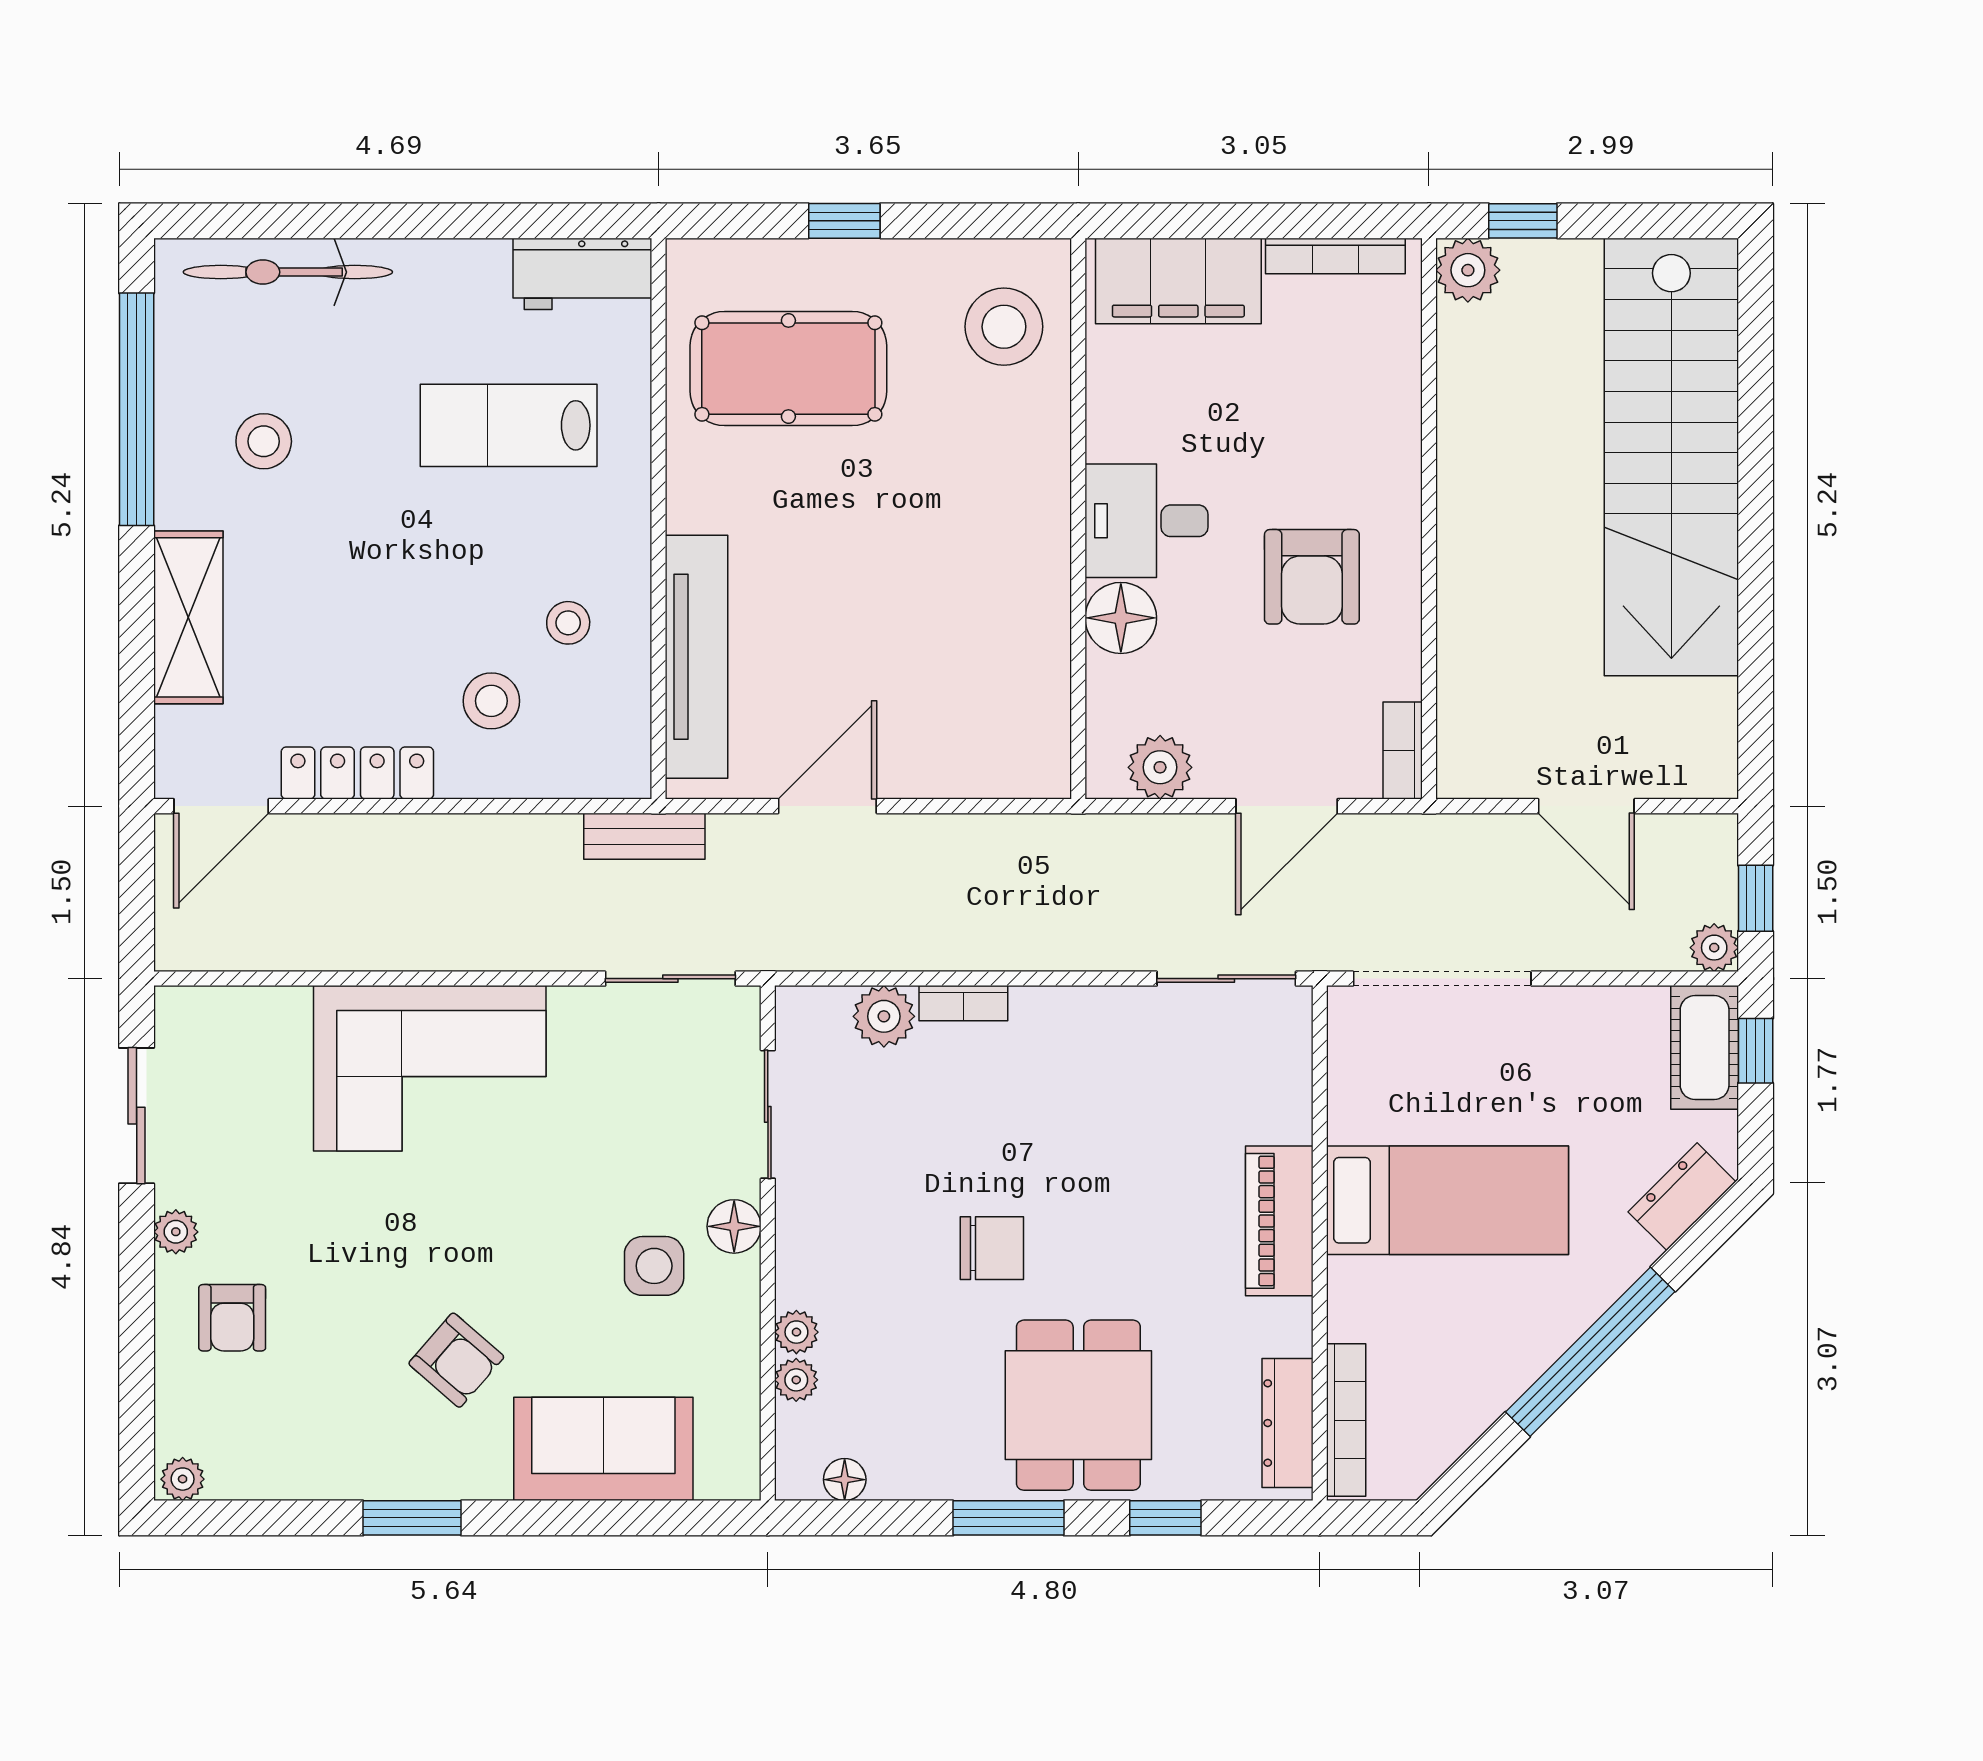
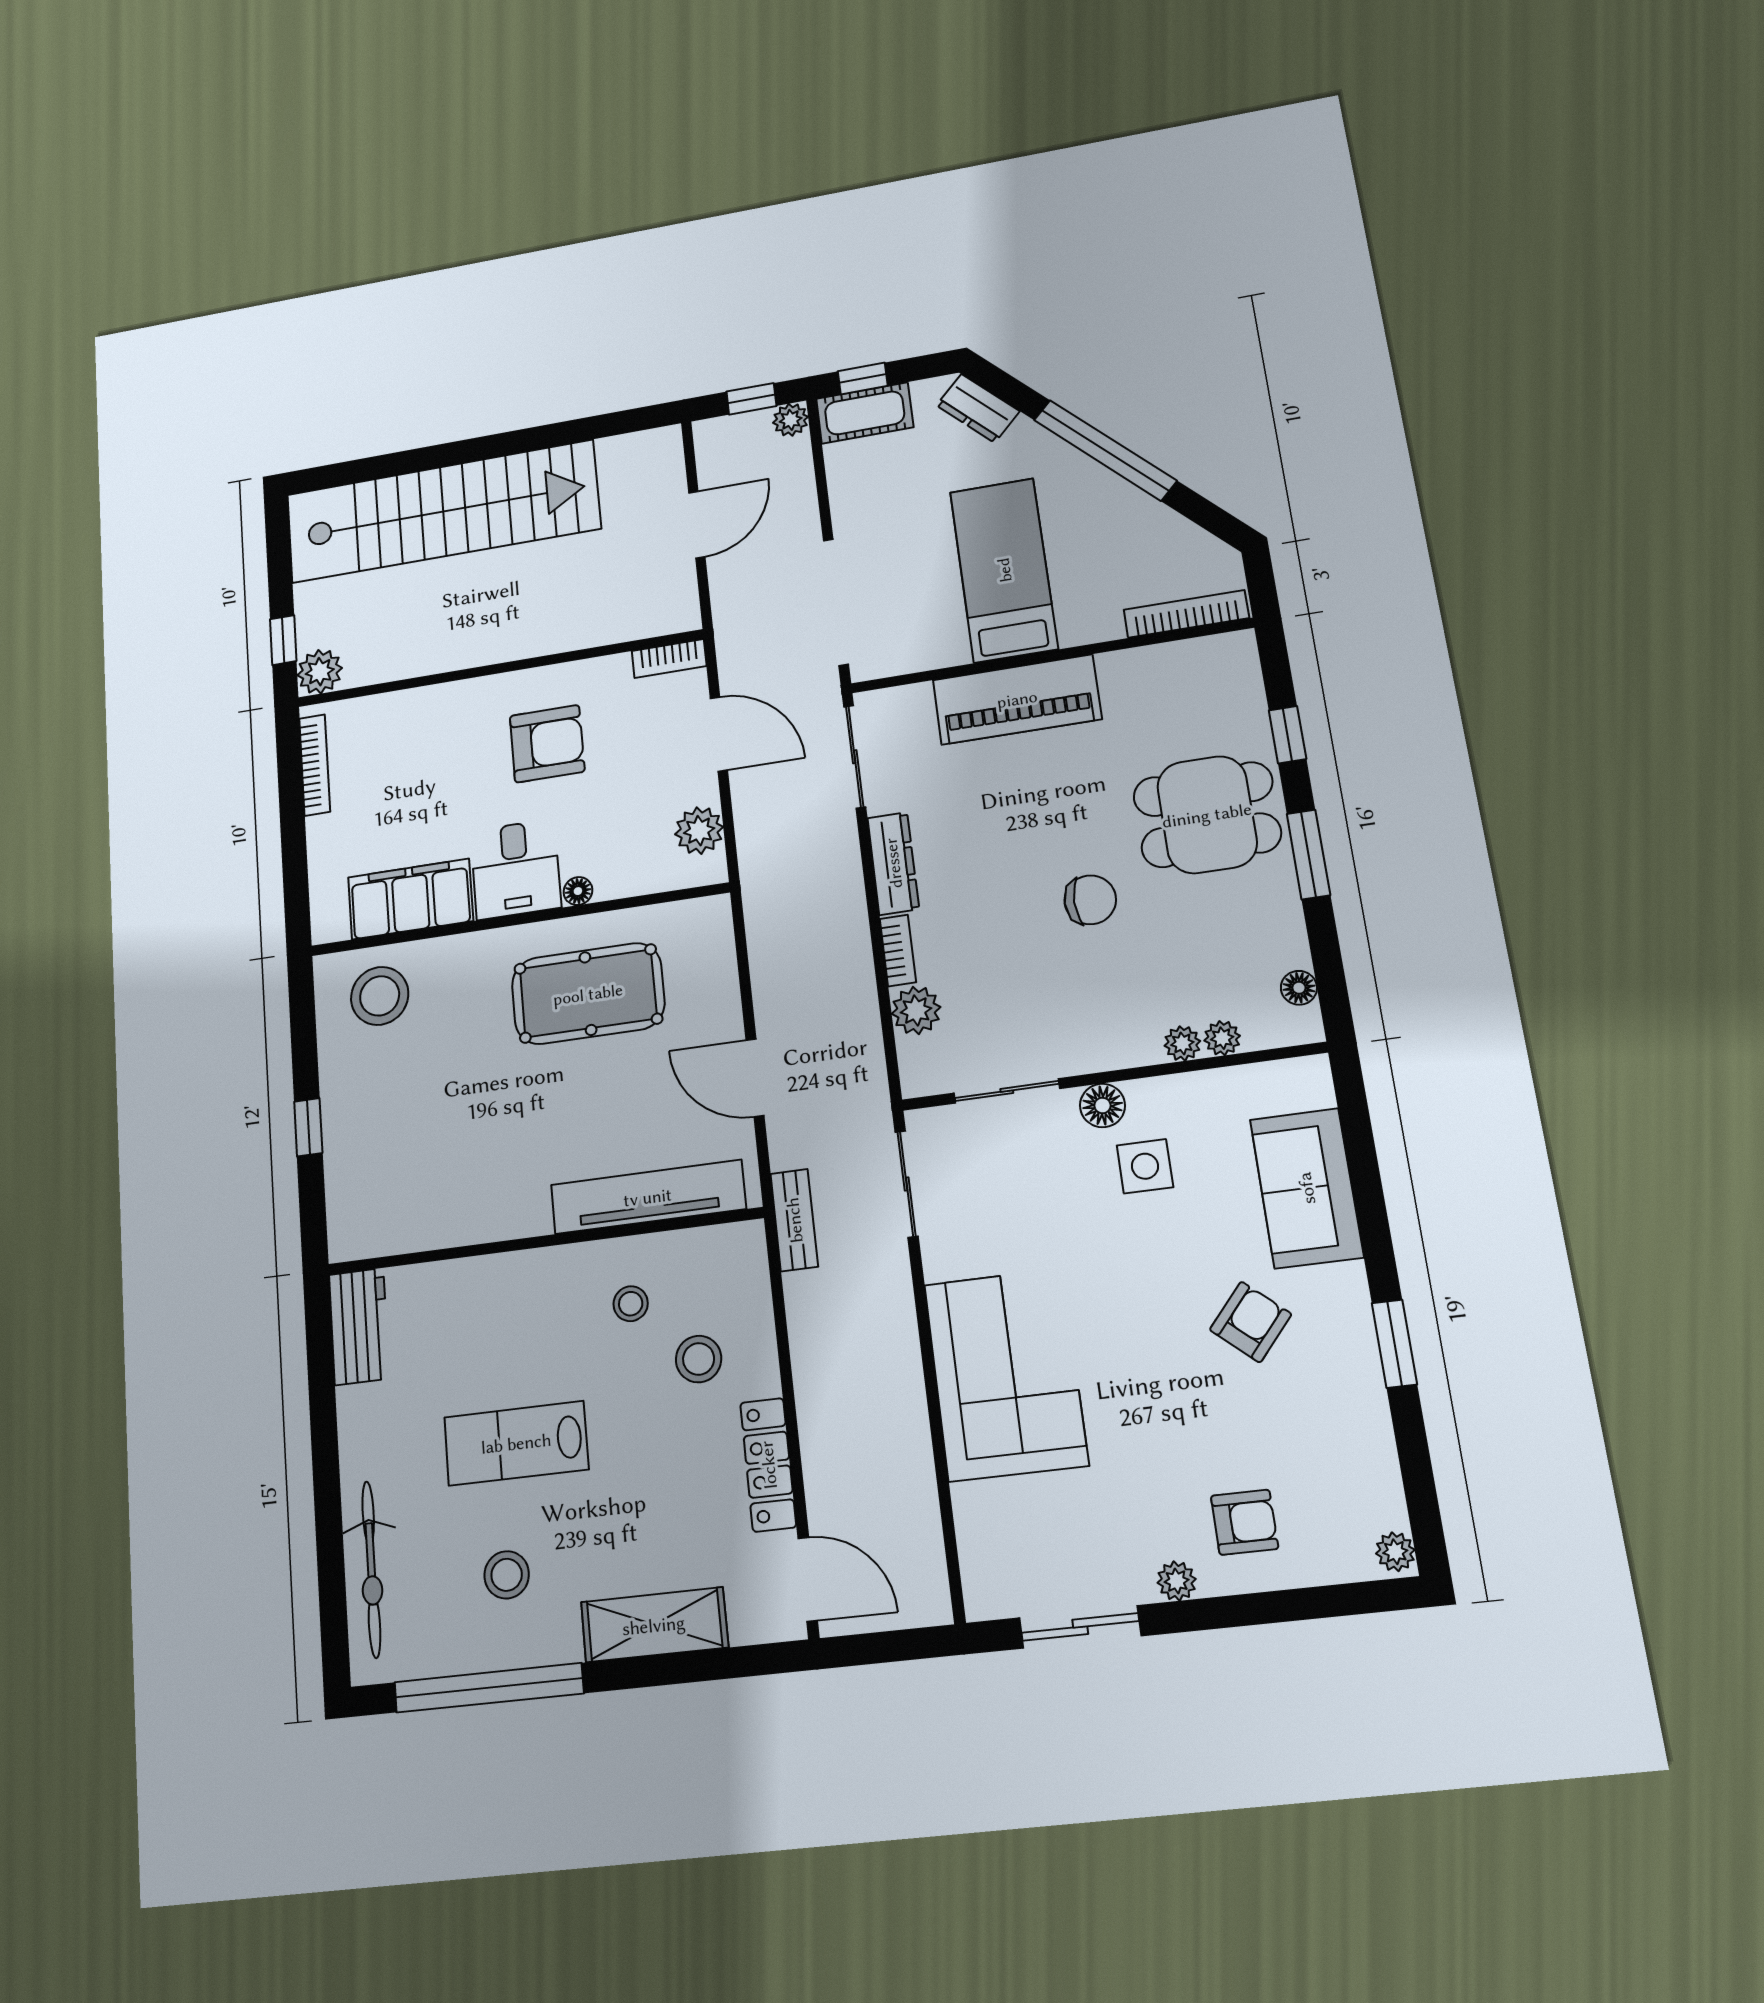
filing cabinet: (1178, 281) -> (410, 899), moved, turned -90
pool table: (788, 369) -> (588, 994), moved, turned 90
lab bench: (509, 425) -> (516, 1443), moved, turned 90
floor lamp: (1121, 618) -> (578, 891), width x0.53, depth x0.53
piano: (1279, 1221) -> (1017, 699), width x1.37, depth x1.33
chair: (992, 1248) -> (1090, 900), turned 90
dresser: (1287, 1423) -> (893, 863), moved, turned -90

